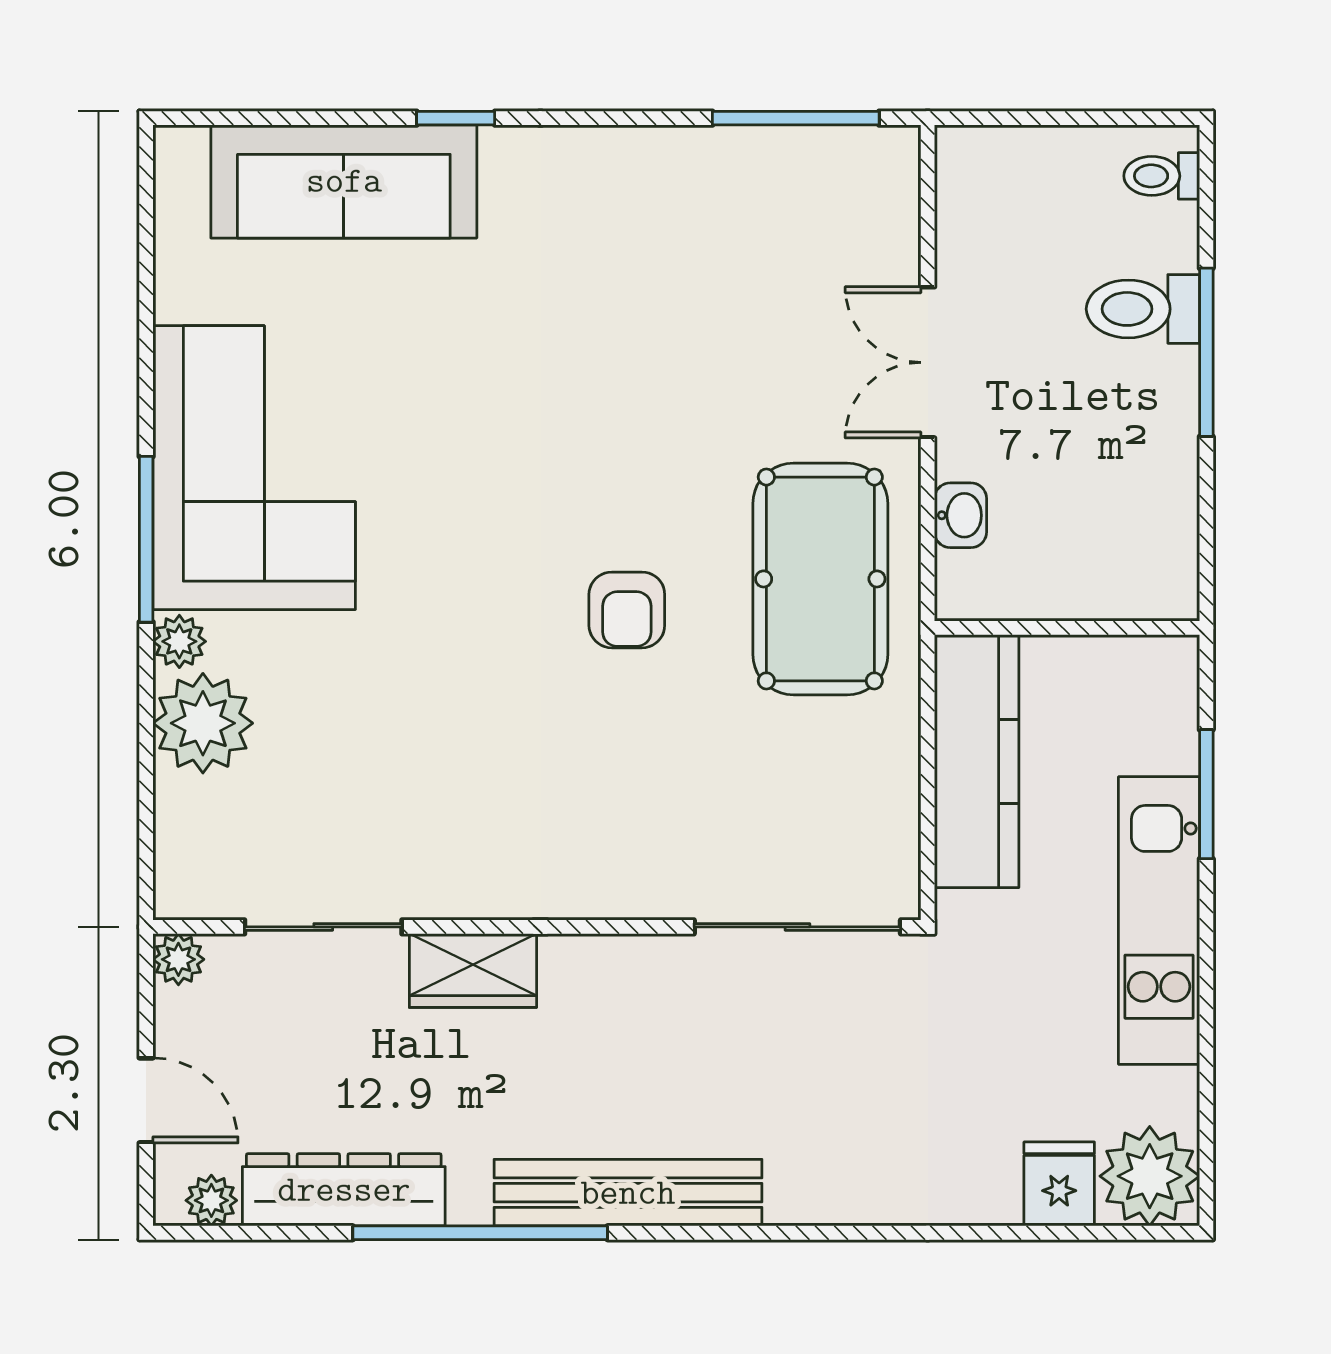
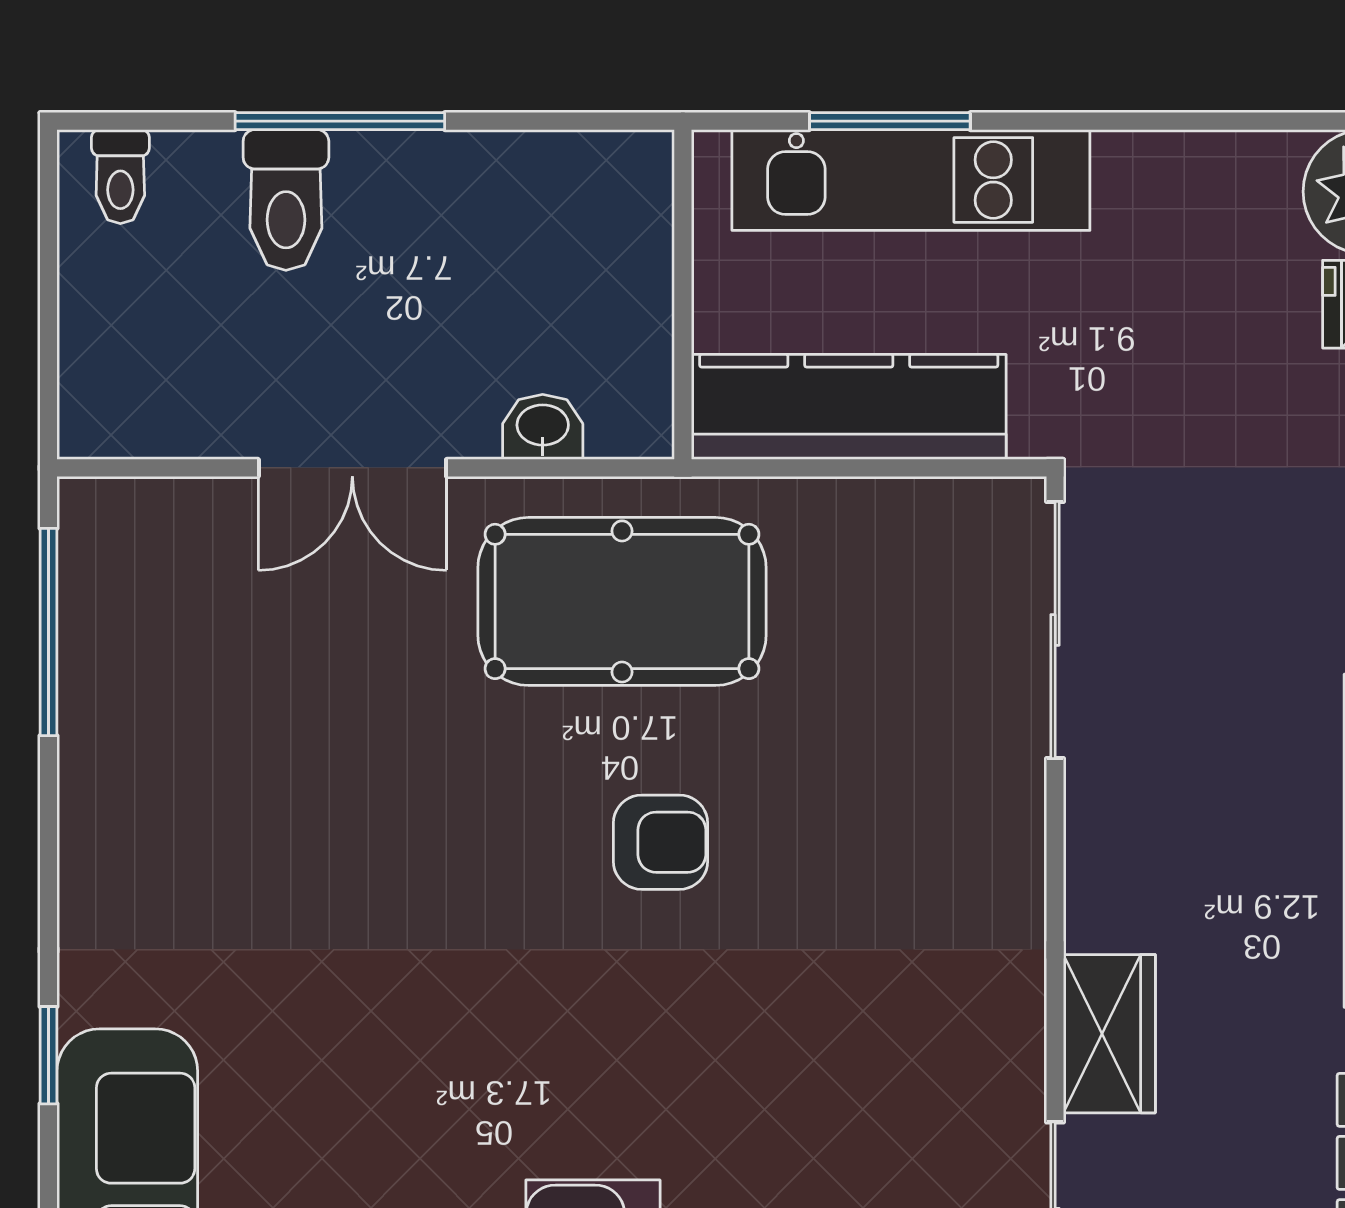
kitchen unit: (1159, 921) -> (911, 180), moved

